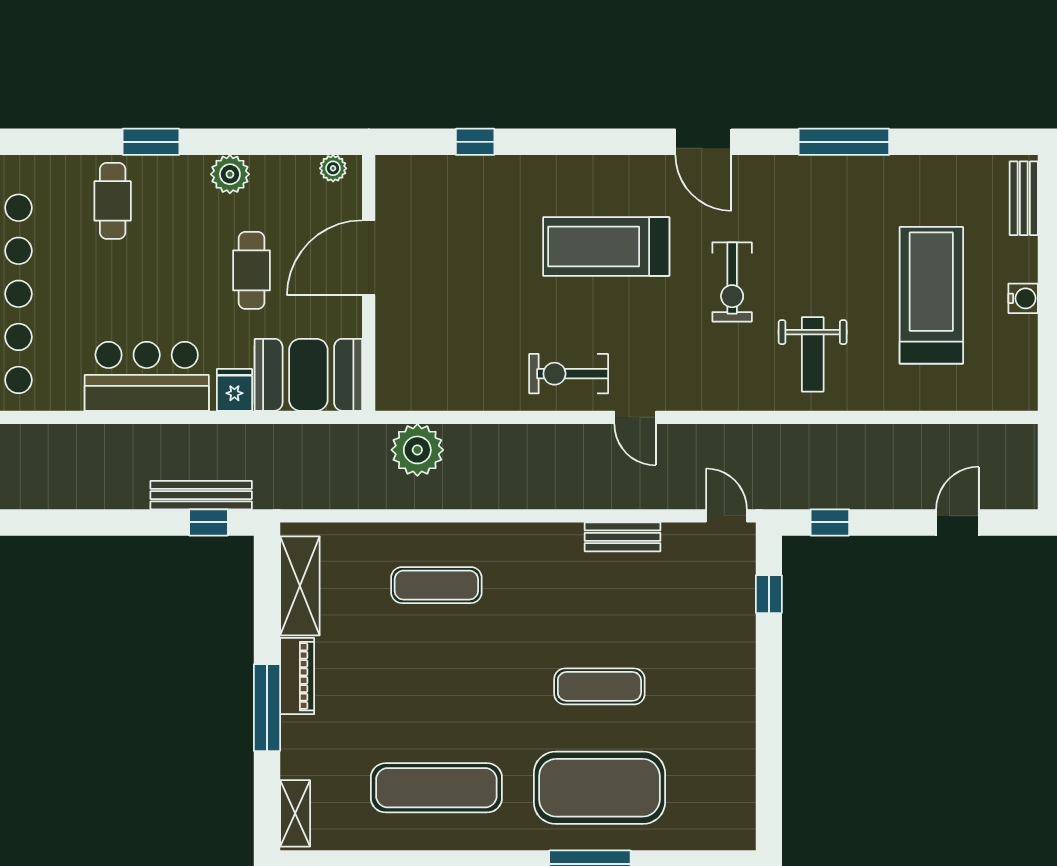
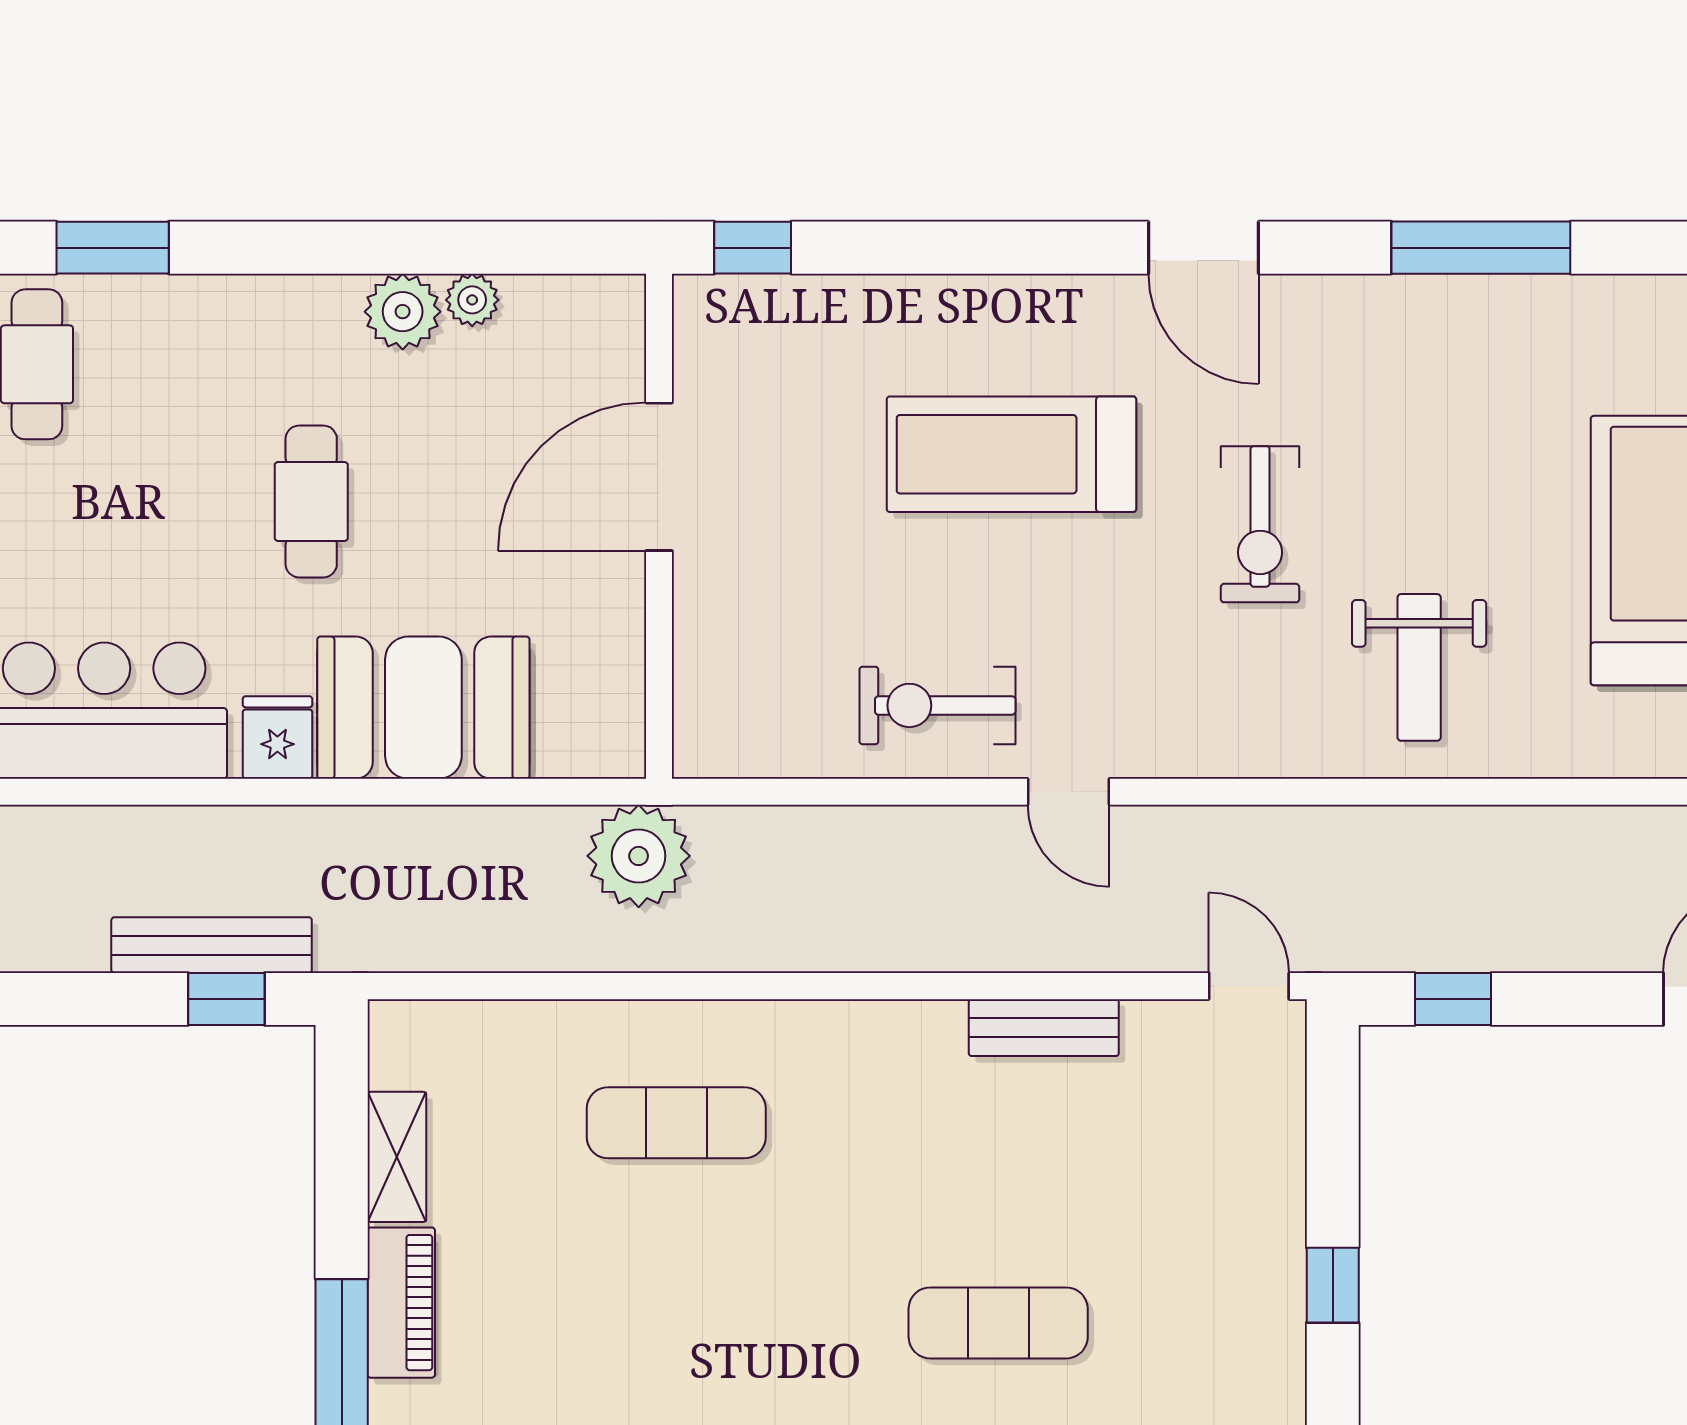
plant: (230, 174) -> (403, 312), moved
door: (369, 258) -> (659, 477), moved
wall: (369, 283) -> (659, 526), moved
shelving: (300, 586) -> (397, 1157), width x0.67, depth x0.75
window: (769, 594) -> (1333, 1285), moved

